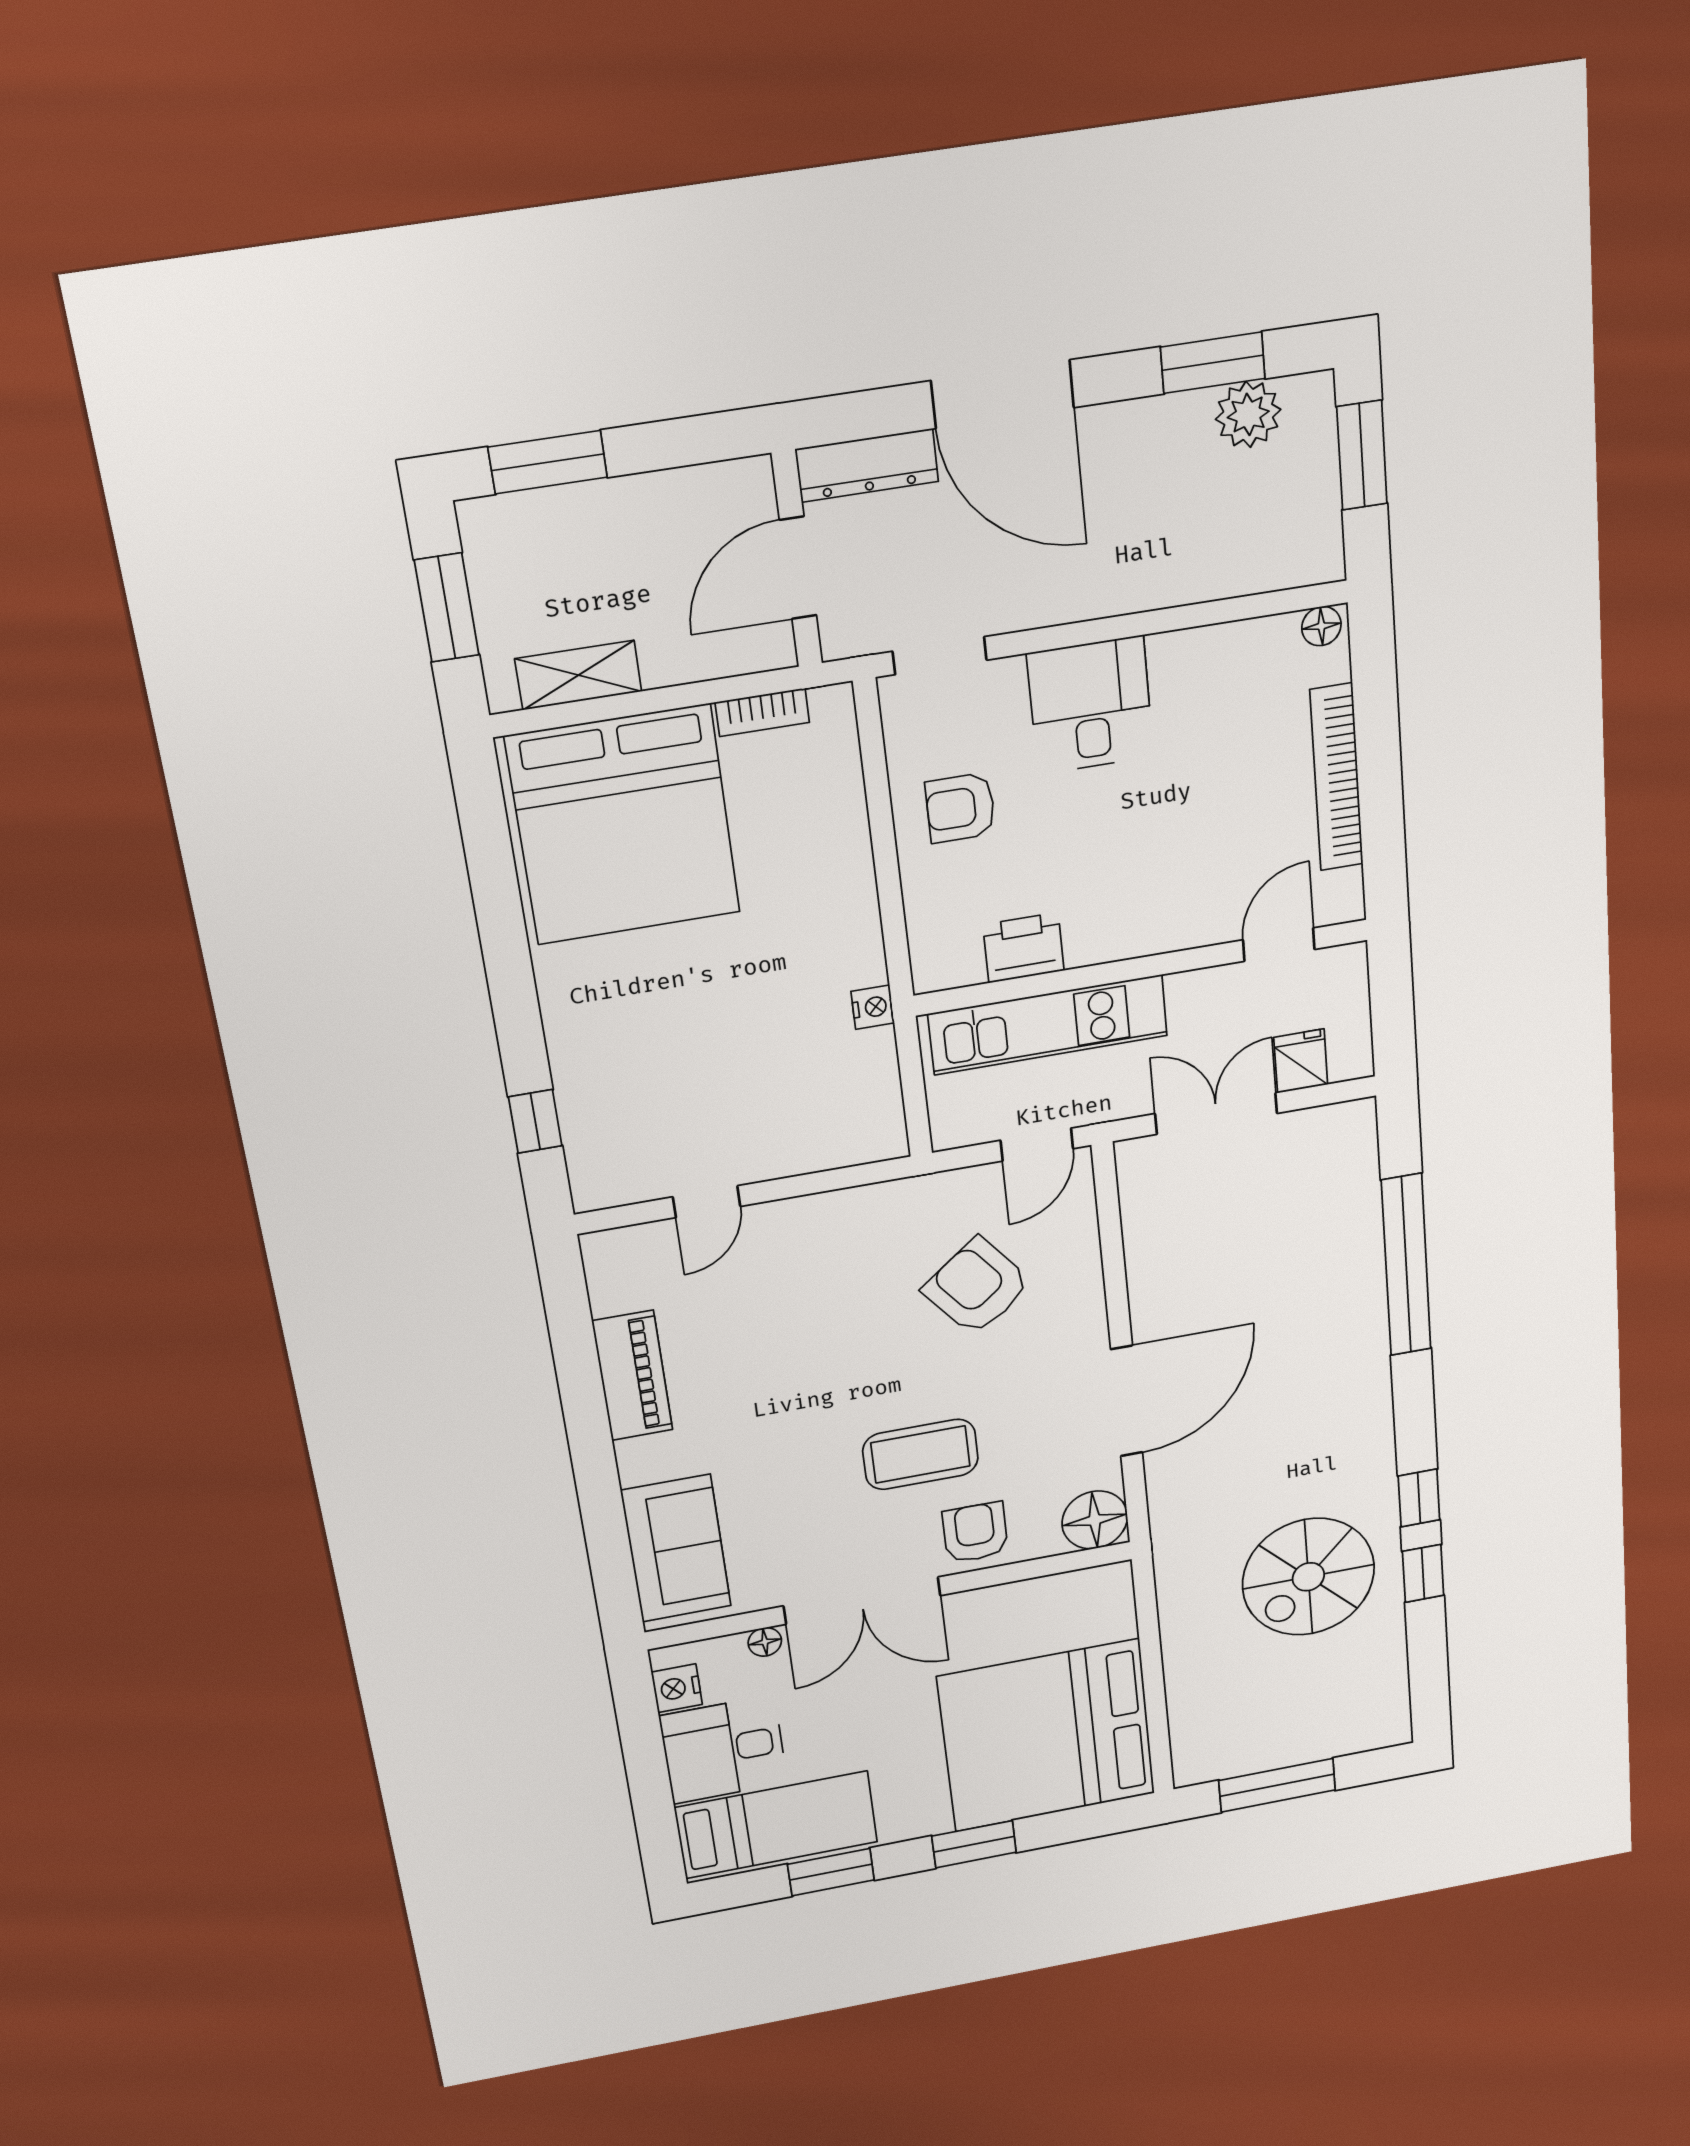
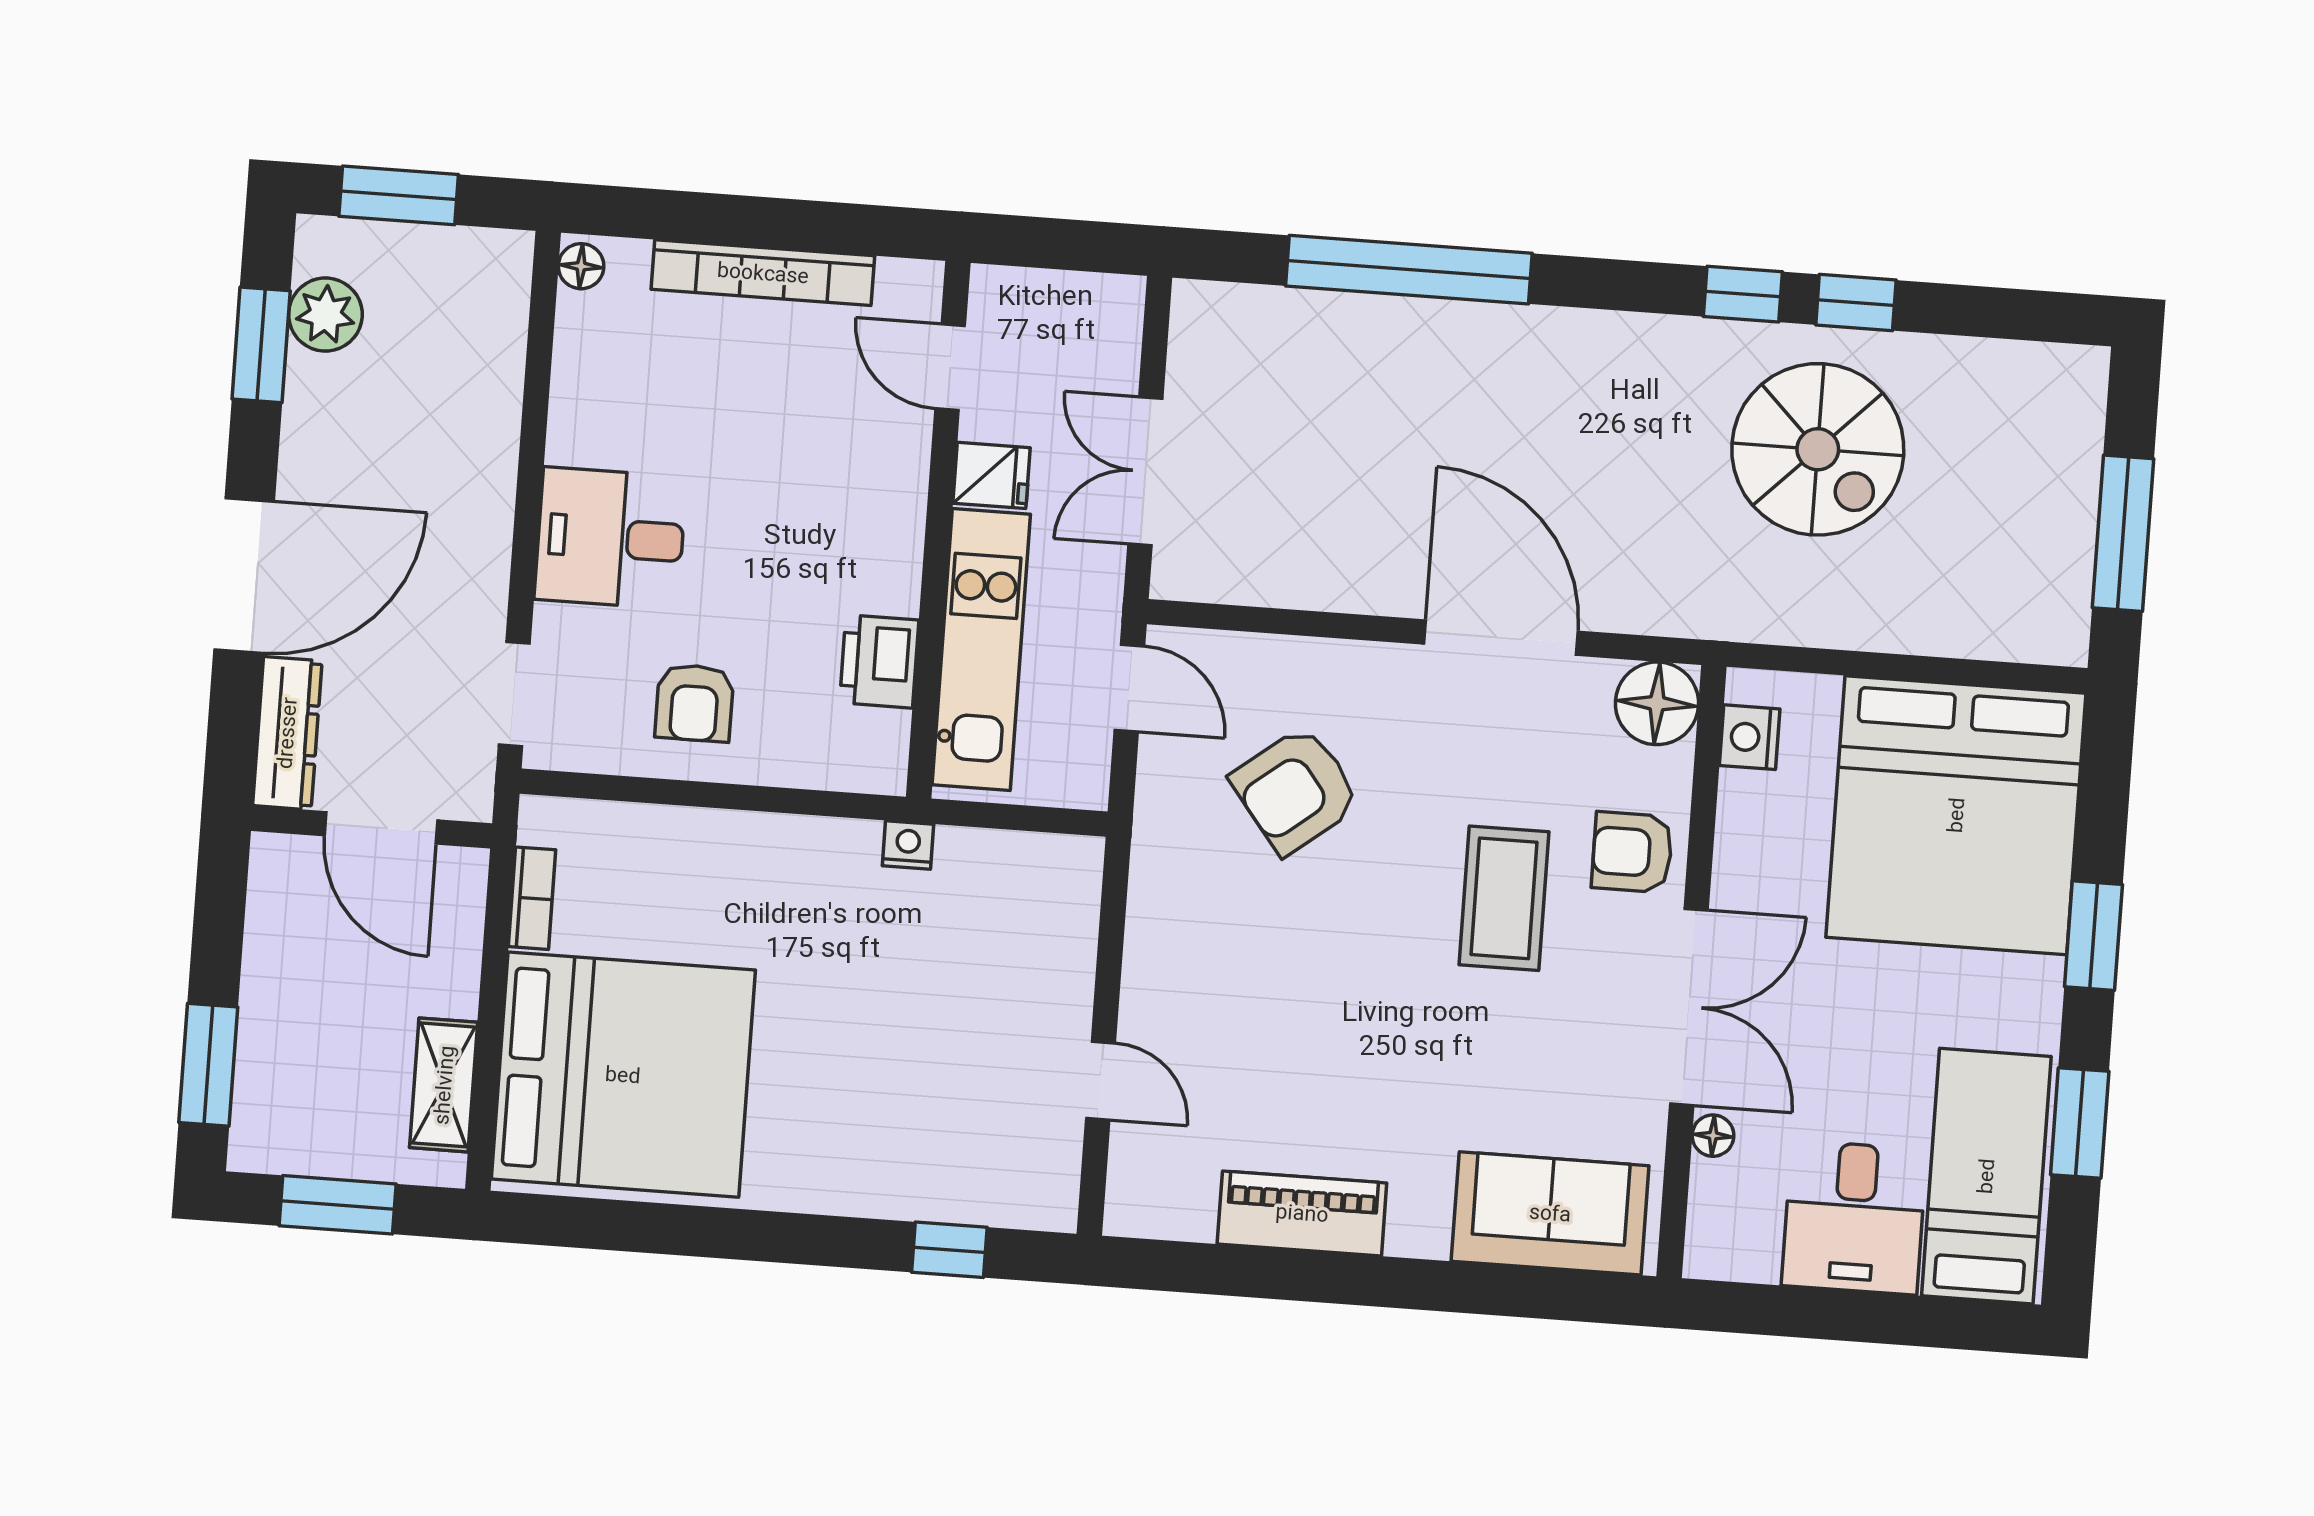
fridge: (1301, 1061) -> (992, 475), moved, turned 180
nightstand: (677, 1688) -> (1750, 737), moved, turned 90

